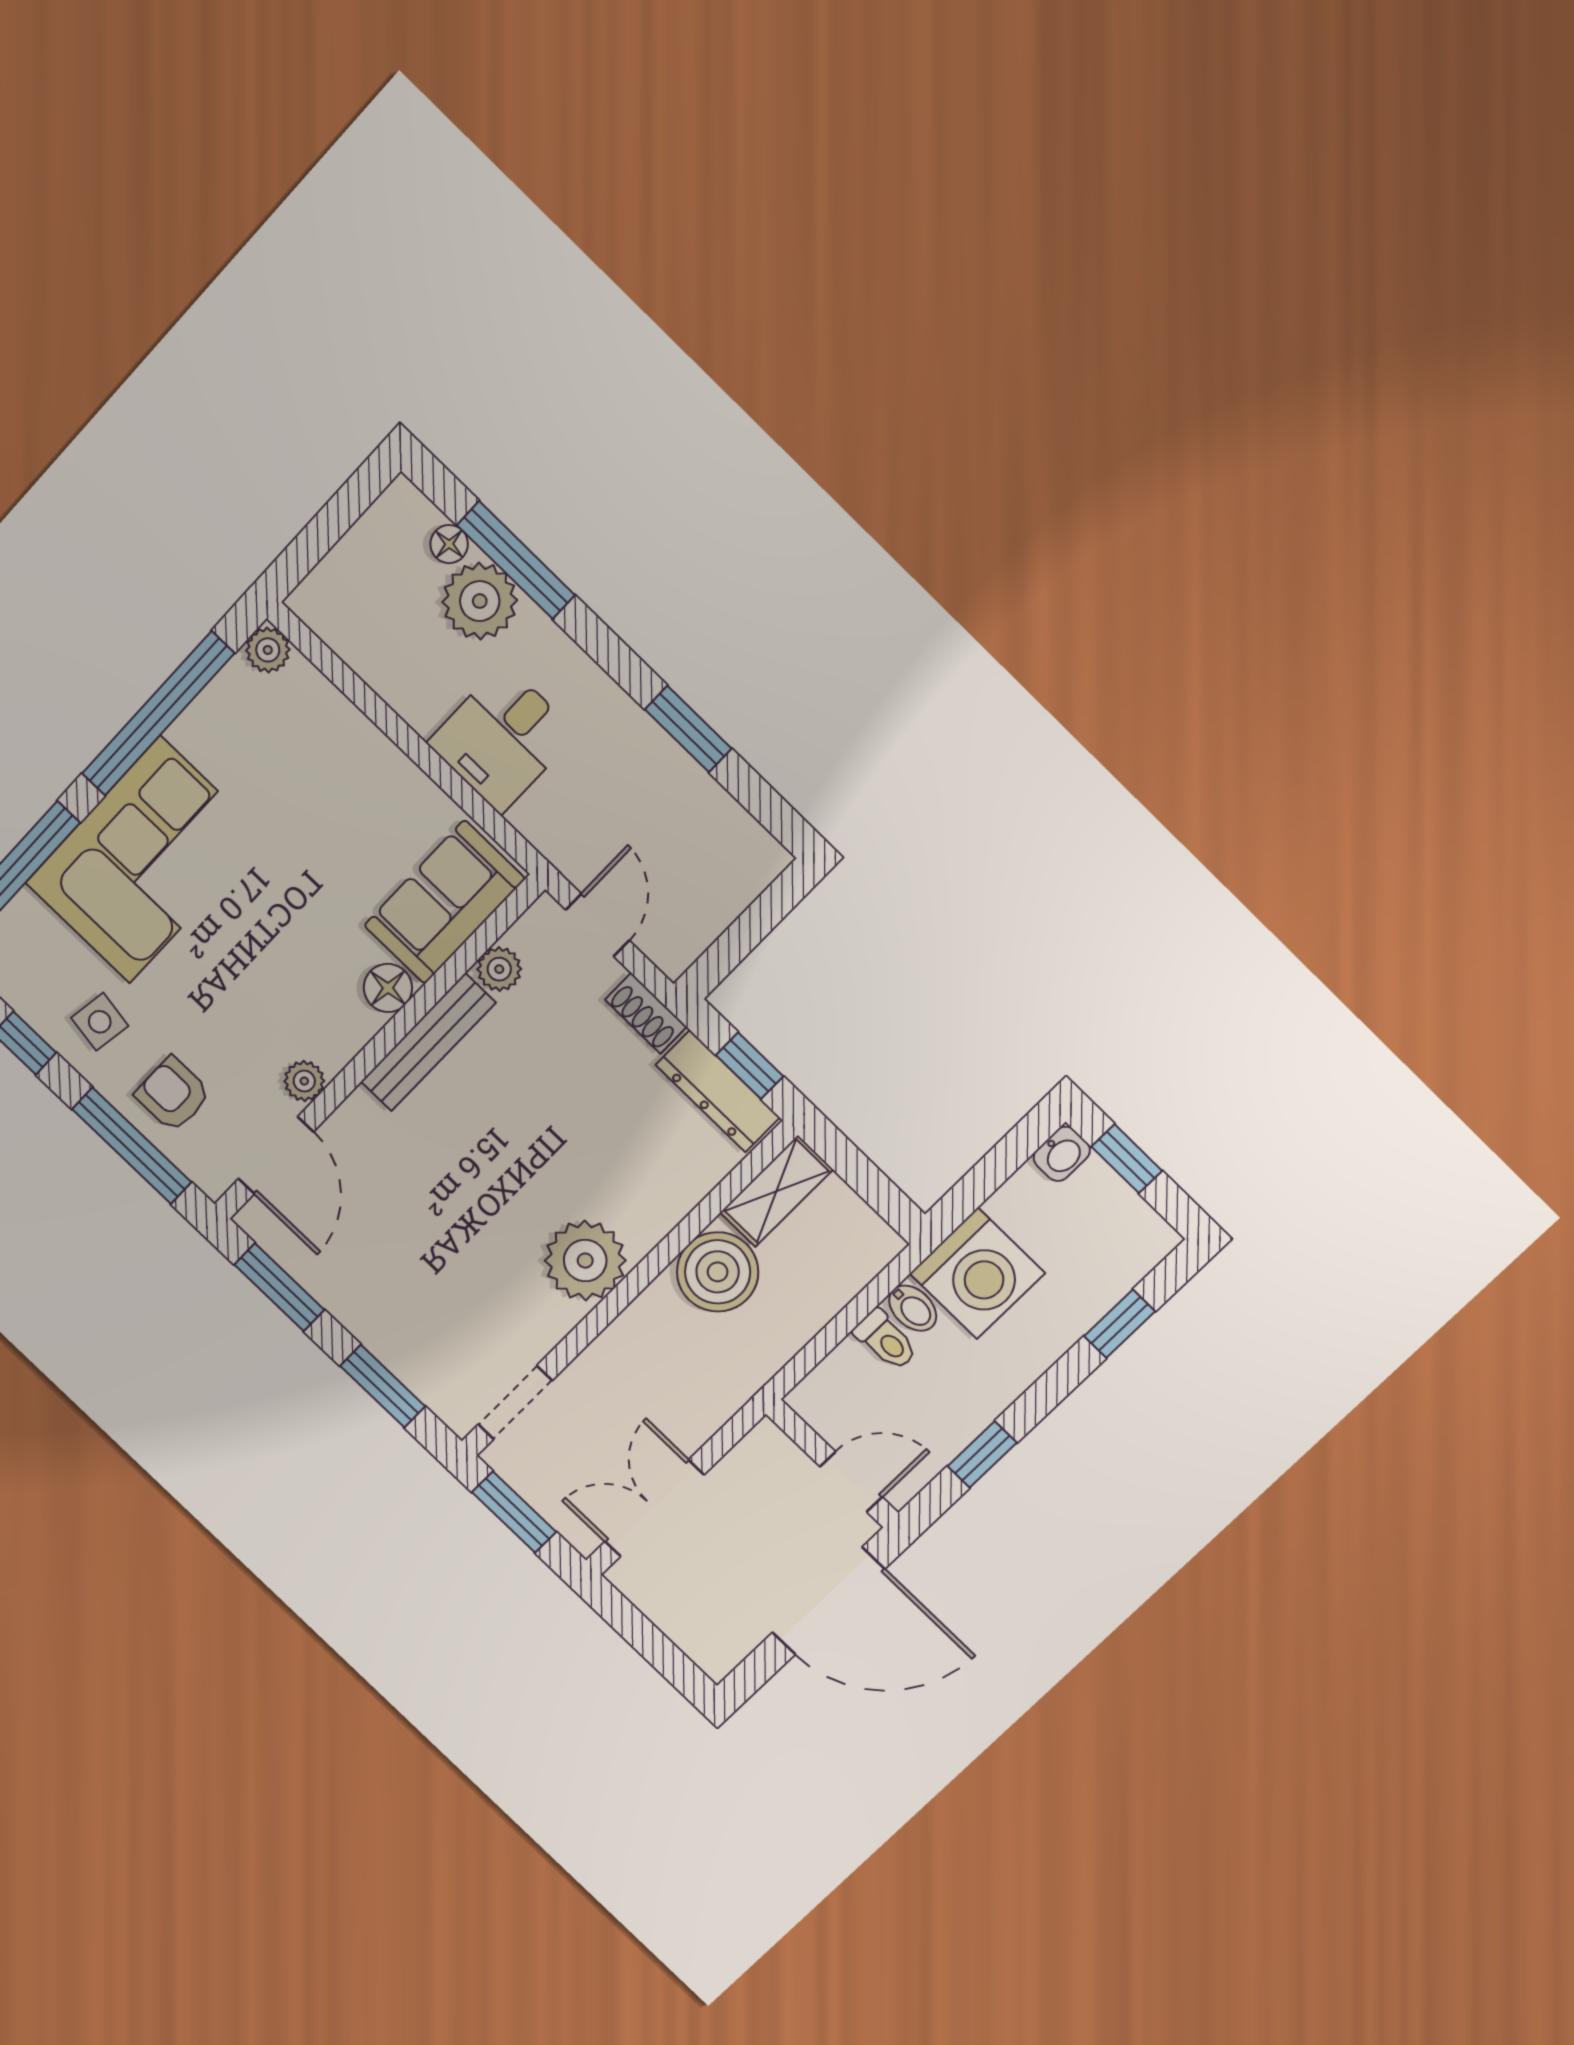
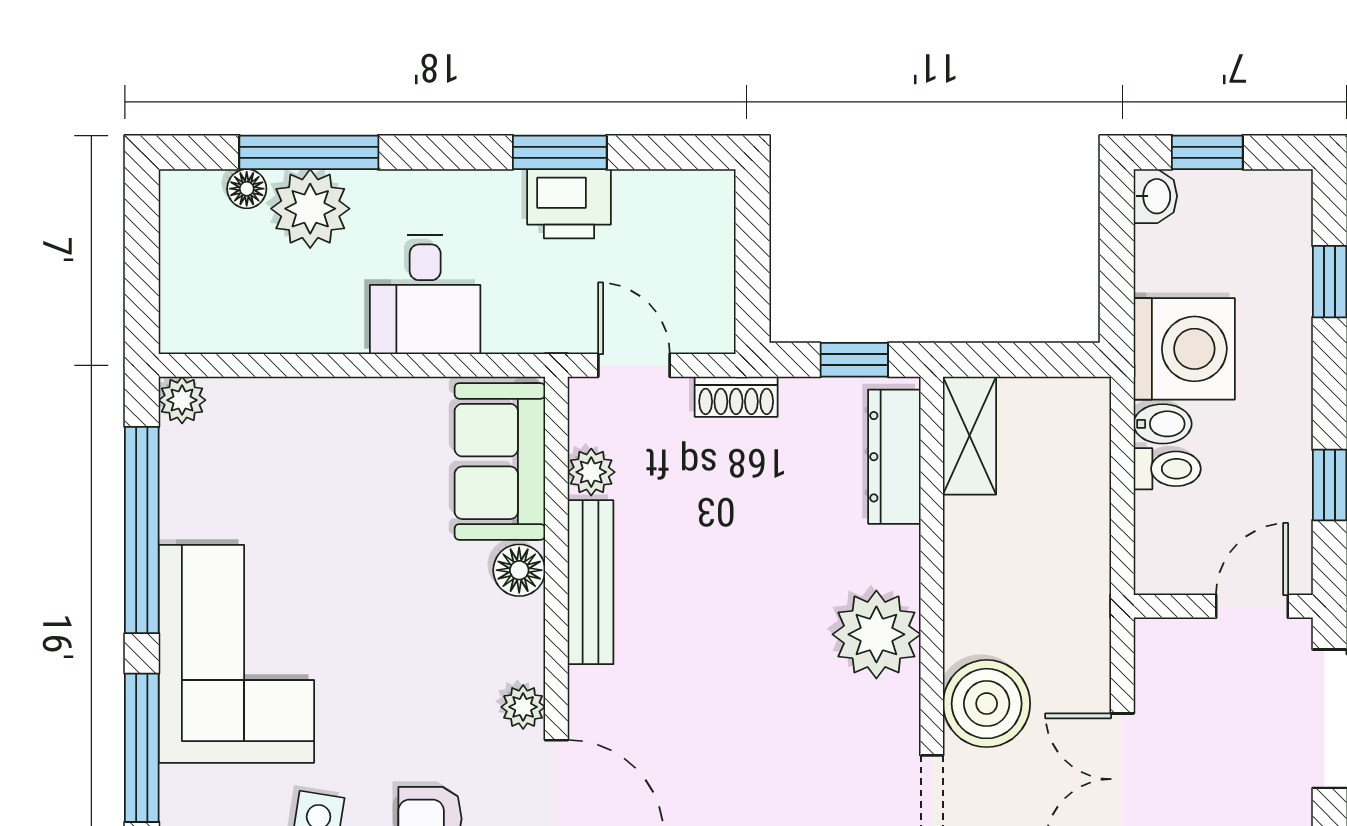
printer: (660, 771) -> (569, 204), added
dresser: (718, 1091) -> (894, 457), moved, turned 90
boiler: (718, 1272) -> (987, 704), moved

